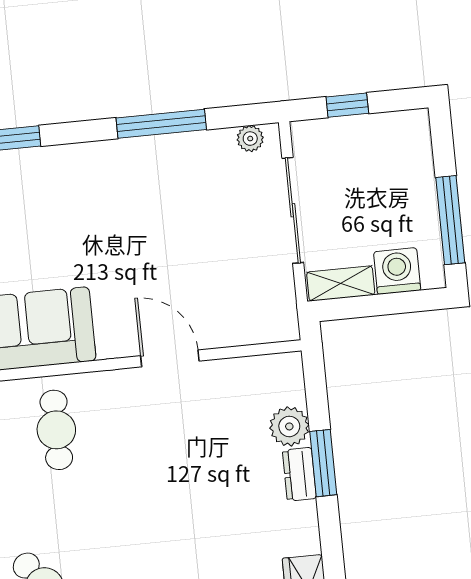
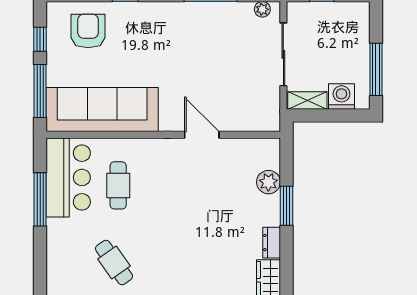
cafe table: (56, 430) -> (118, 185), moved
dresser: (299, 474) -> (272, 243), moved

